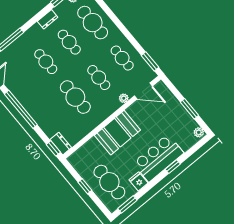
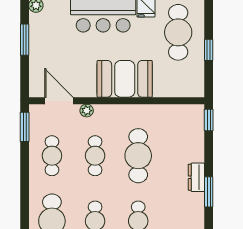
window: (21, 109) -> (209, 192), width x0.47
dresser: (61, 144) -> (196, 177), moved

